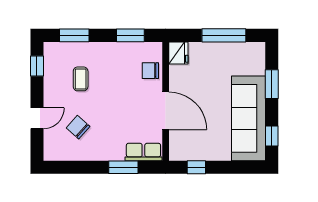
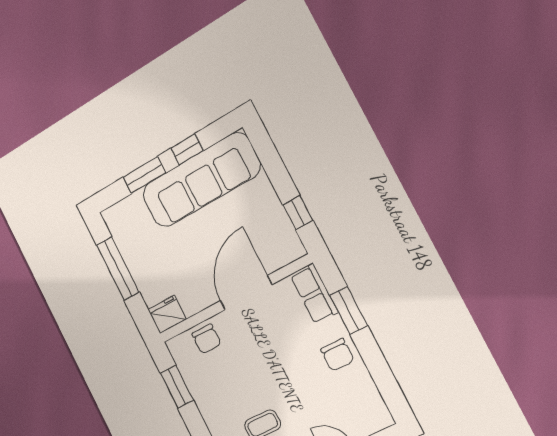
chair: (78, 127) -> (337, 355), moved, turned -42
window: (272, 136) -> (187, 149), moved

